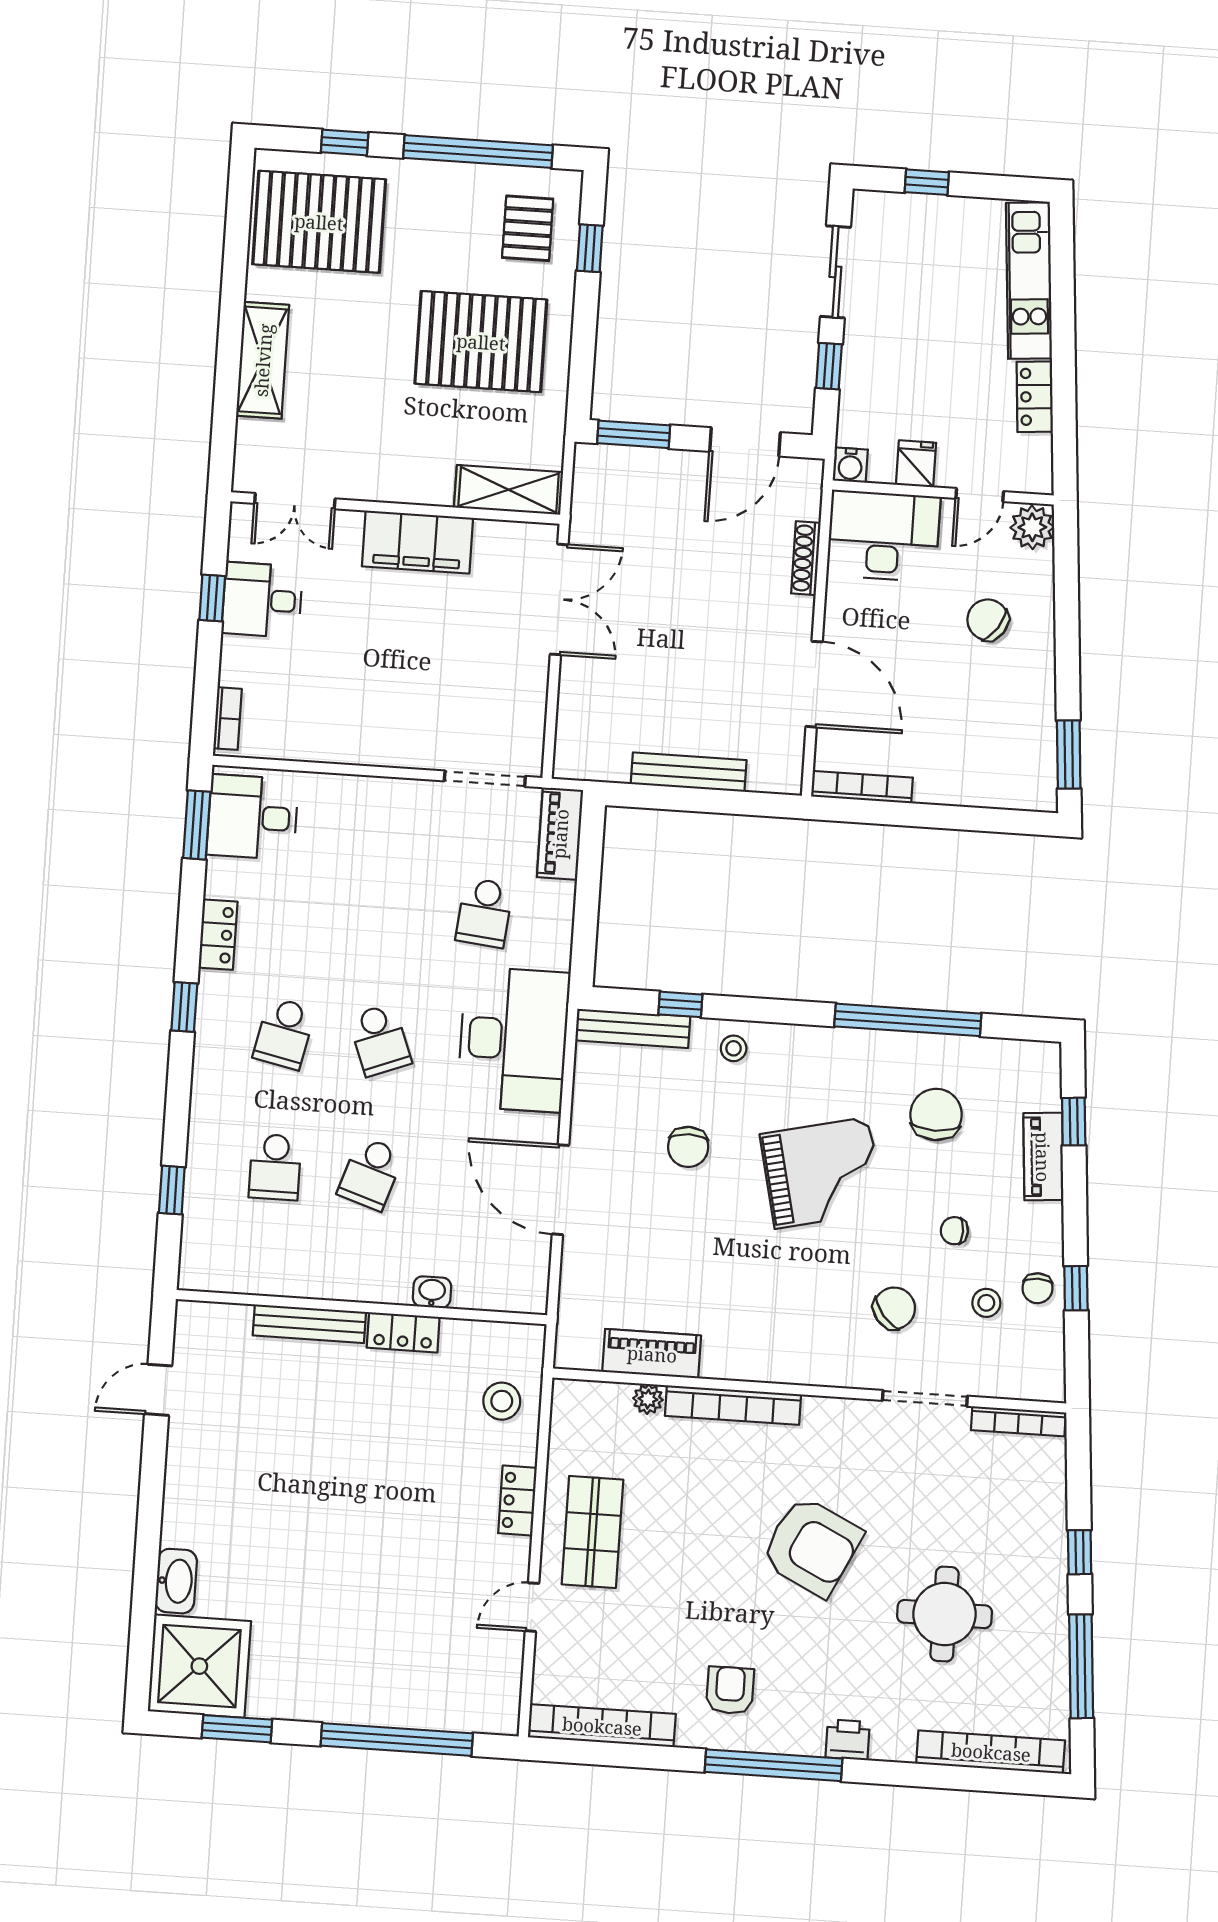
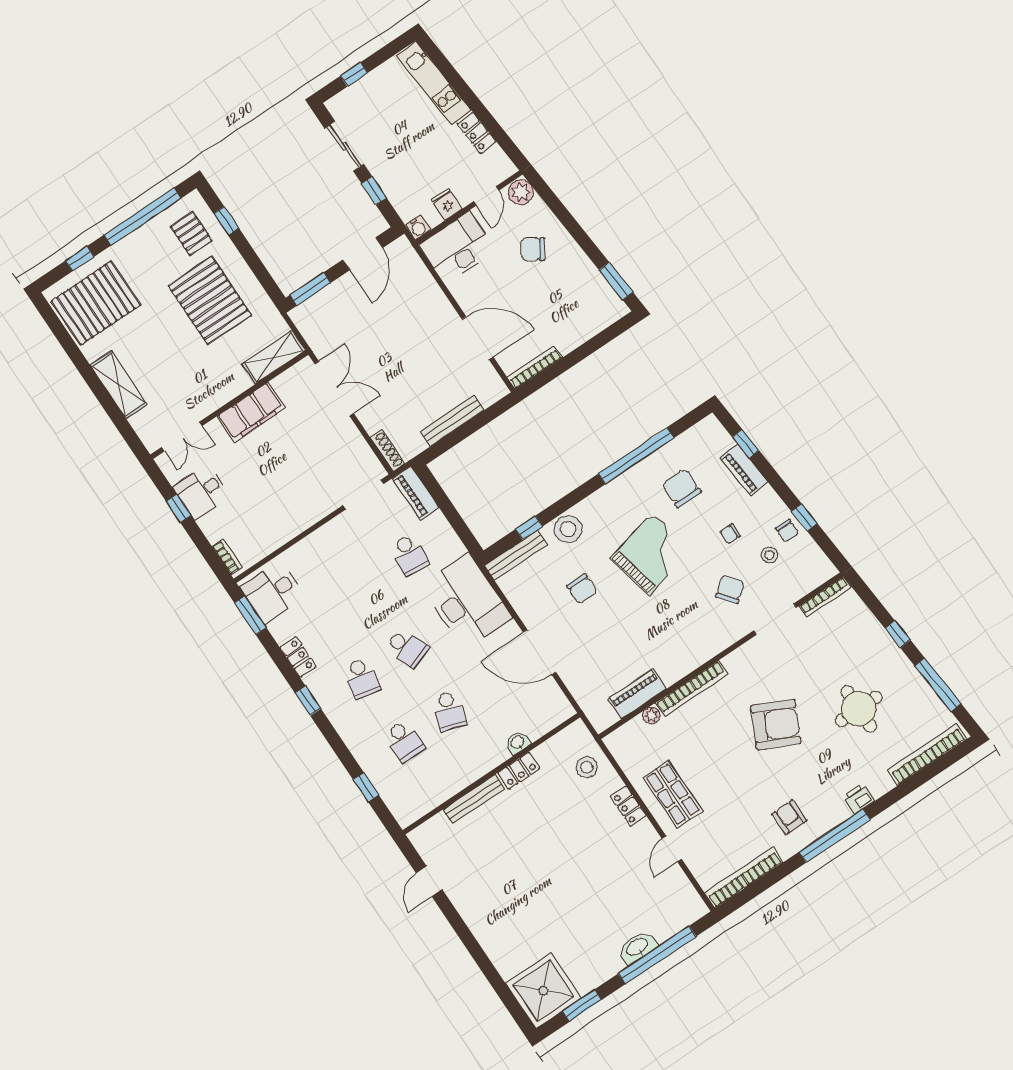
pallet: (481, 342) -> (210, 300), turned 90
shoe rack: (806, 558) -> (387, 451), moved, turned 180
stool: (734, 1048) -> (568, 529), width x1.89, depth x1.89
washbasin: (176, 1581) -> (637, 947), moved, turned -90

